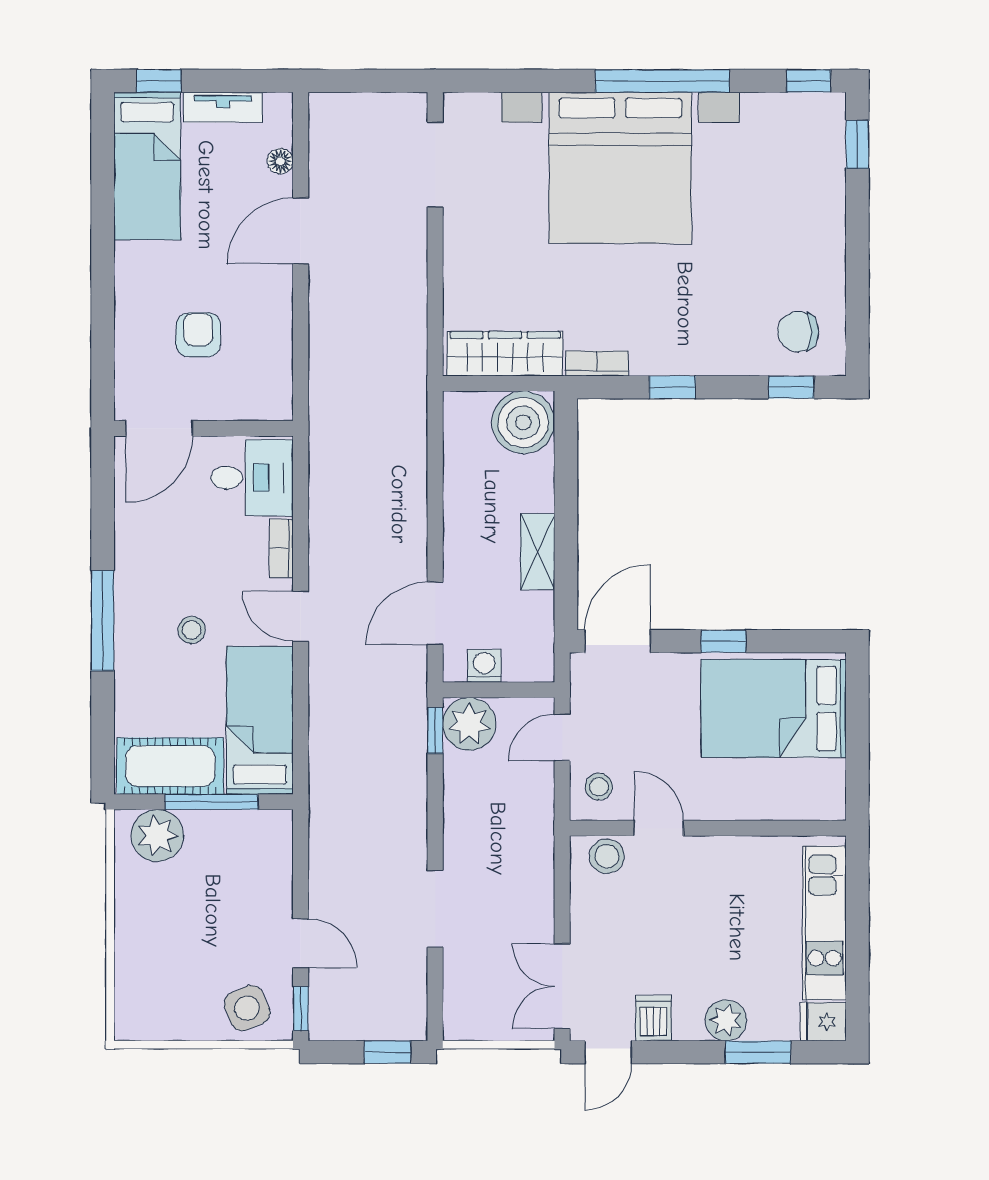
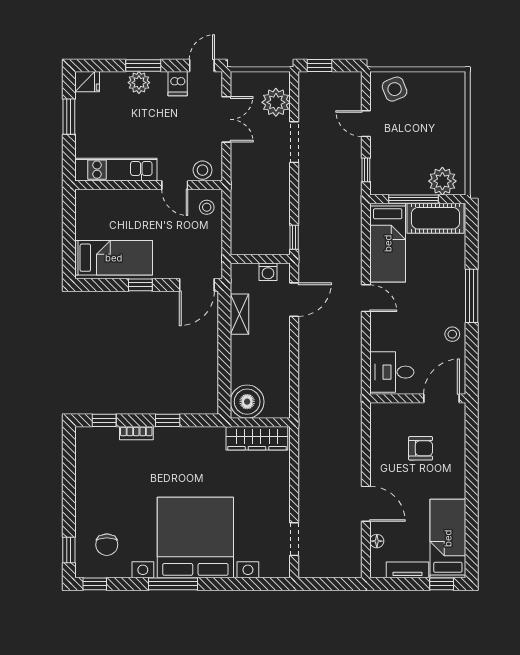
window: (662, 81) -> (173, 584), width x0.68
doorway: (435, 165) -> (294, 539), width x0.73
door: (301, 231) -> (366, 504), hinge flipped
chair: (798, 332) -> (107, 545), moved, turned 90
armchair: (198, 335) -> (421, 448), turned -90
bookcase: (597, 363) -> (136, 433), moved
bookcase: (281, 548) -> (376, 334), removed
shelving: (538, 552) -> (239, 314), moved
stool: (192, 630) -> (452, 334), moved
bed: (774, 708) -> (114, 258), width x0.67
plant: (469, 724) -> (276, 102), moved
door: (562, 737) -> (226, 233), removed
kitchen unit: (824, 923) -> (116, 170), moved, turned -90
window: (857, 956) -> (69, 117), added
double door: (562, 986) -> (226, 119), moved
window: (301, 1009) -> (366, 170), moved
window: (758, 1052) -> (143, 66), moved

